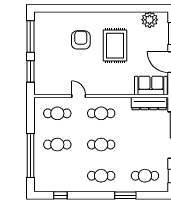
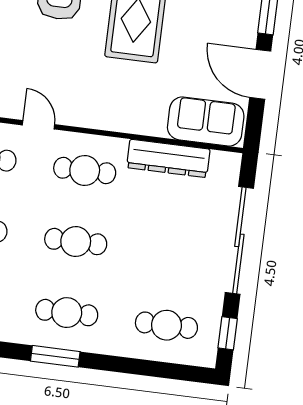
dresser: (149, 104) -> (168, 158), moved
window: (125, 195) -> (55, 356), moved

